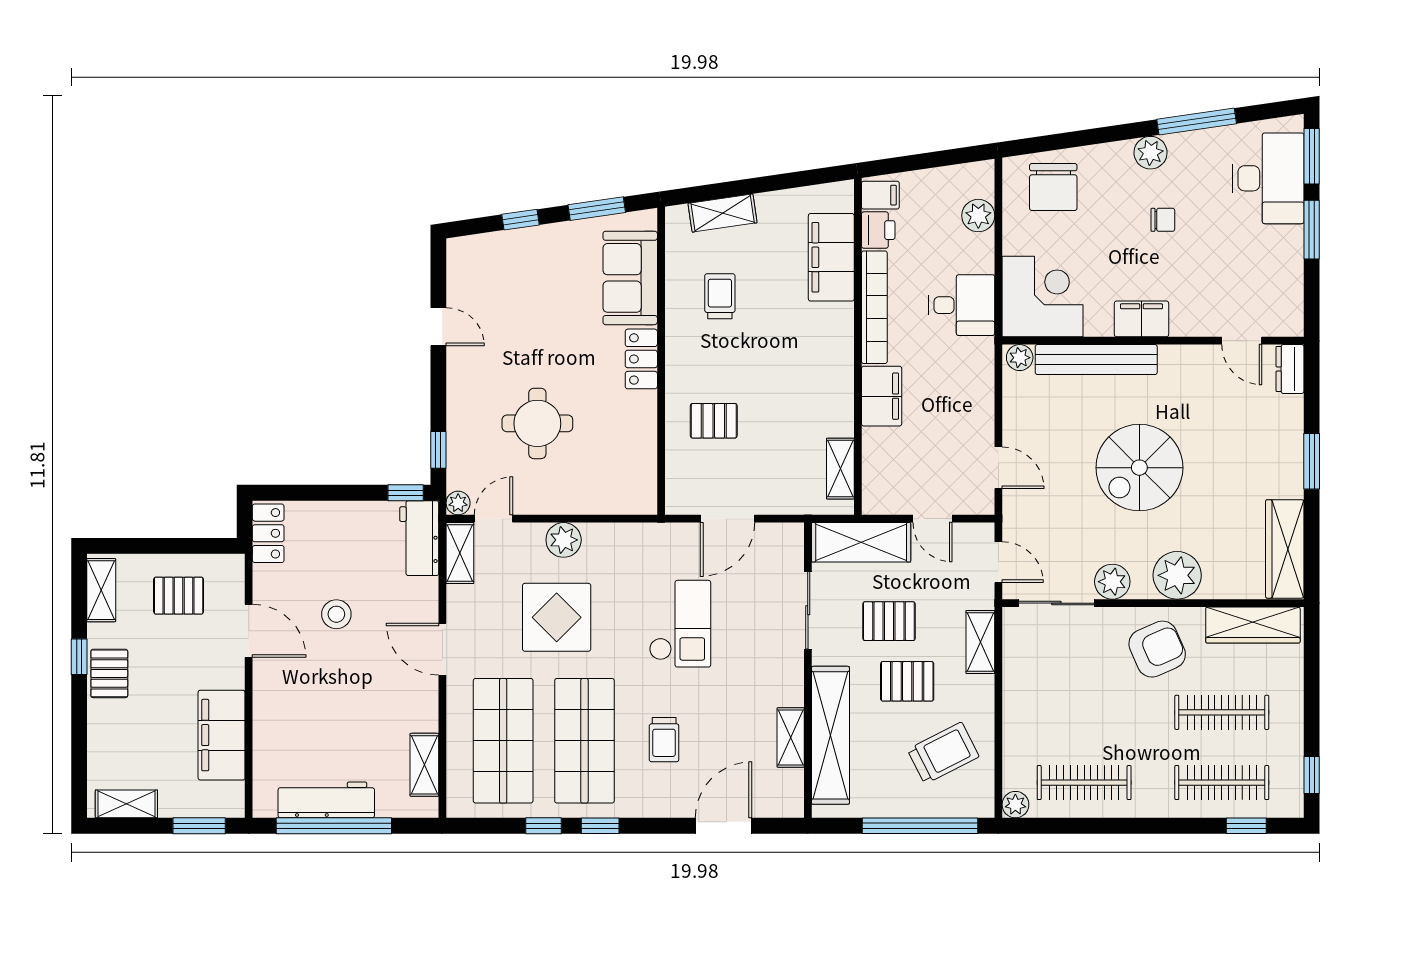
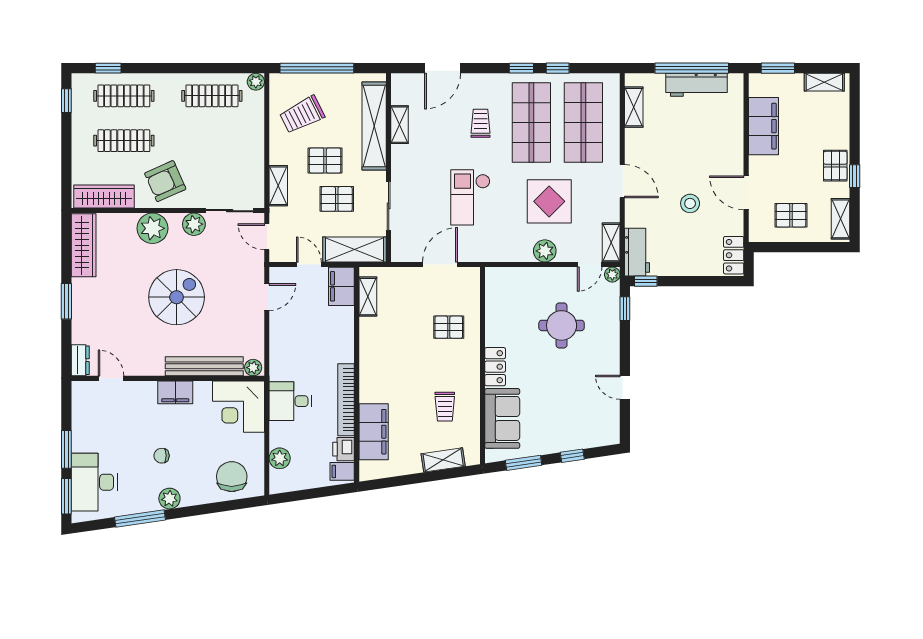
filing cabinet: (882, 396) -> (341, 286), moved
door: (998, 468) -> (267, 297), swing flipped

